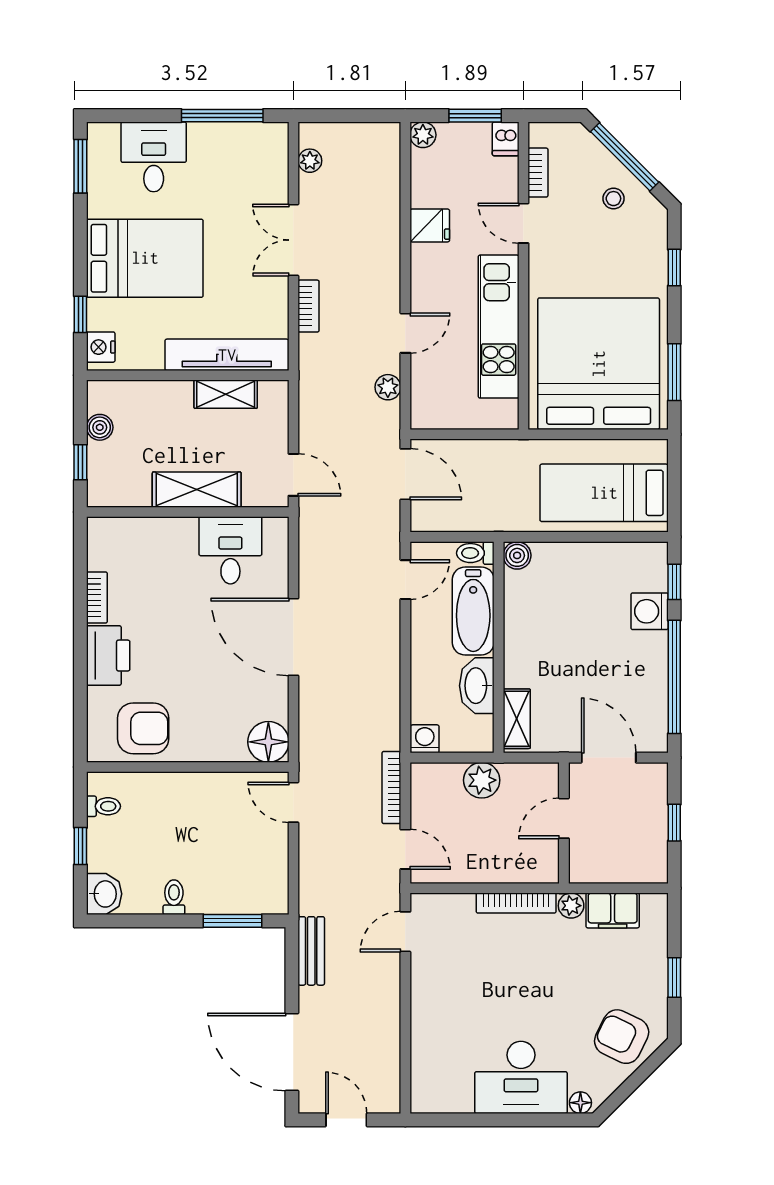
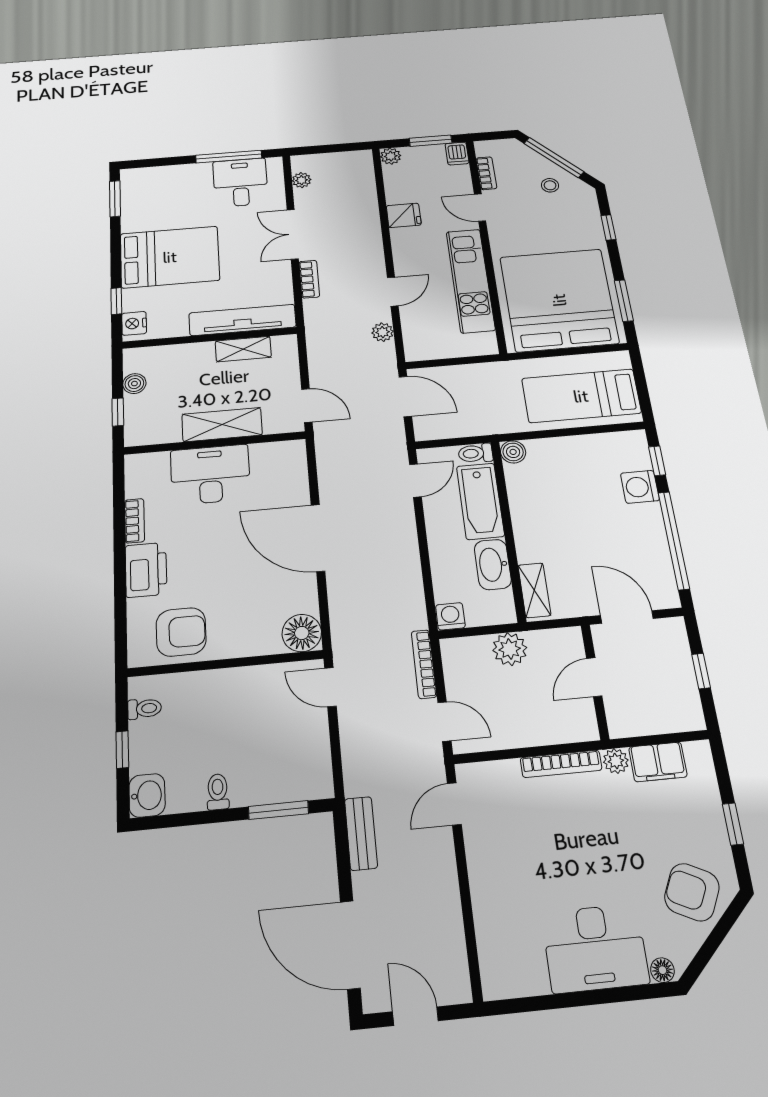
desk: (154, 157) -> (240, 183), moved
desk: (230, 550) -> (210, 475), moved, width x1.37

